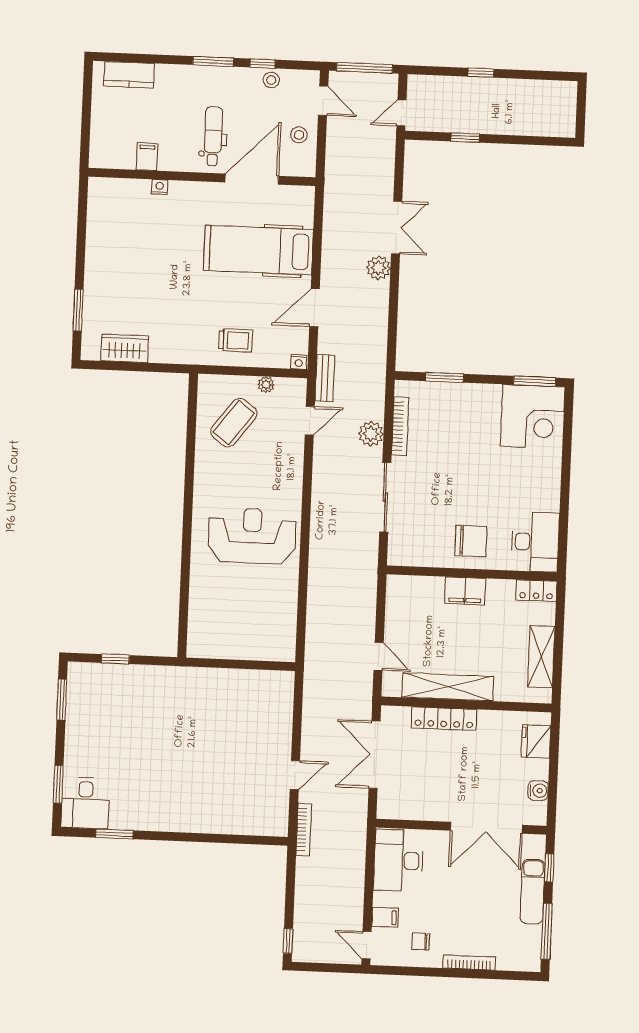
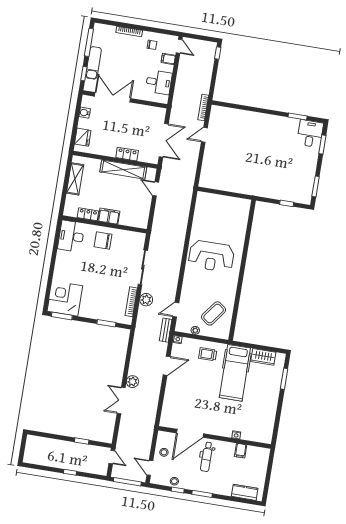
door: (401, 113) -> (112, 457), hinge flipped
hospital bed: (258, 250) -> (235, 373), moved, turned 90
locker: (536, 591) -> (88, 214), moved
locker: (444, 719) -> (127, 154), width x0.66
desk: (399, 860) -> (159, 82), width x0.73

